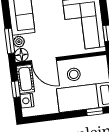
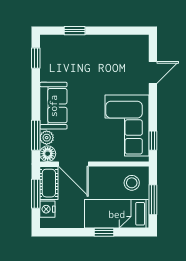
stool: (74, 74) -> (132, 183), moved
window: (16, 89) -> (36, 194), width x1.50
window: (95, 112) -> (104, 232), moved

